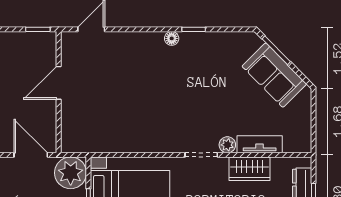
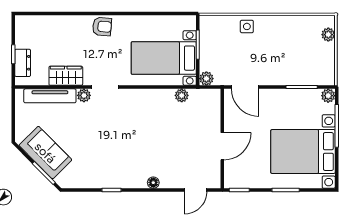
floor lamp: (172, 38) -> (153, 183), moved
tv unit: (260, 144) -> (50, 96), width x1.41
plant: (108, 145) -> (182, 95), added
plant: (71, 173) -> (206, 79), width x0.53, depth x0.53

